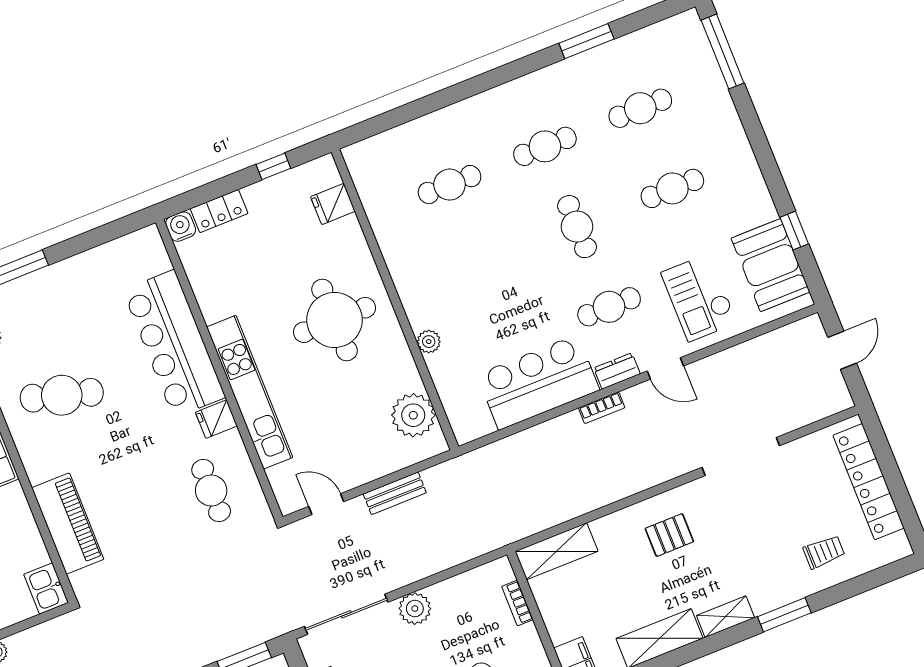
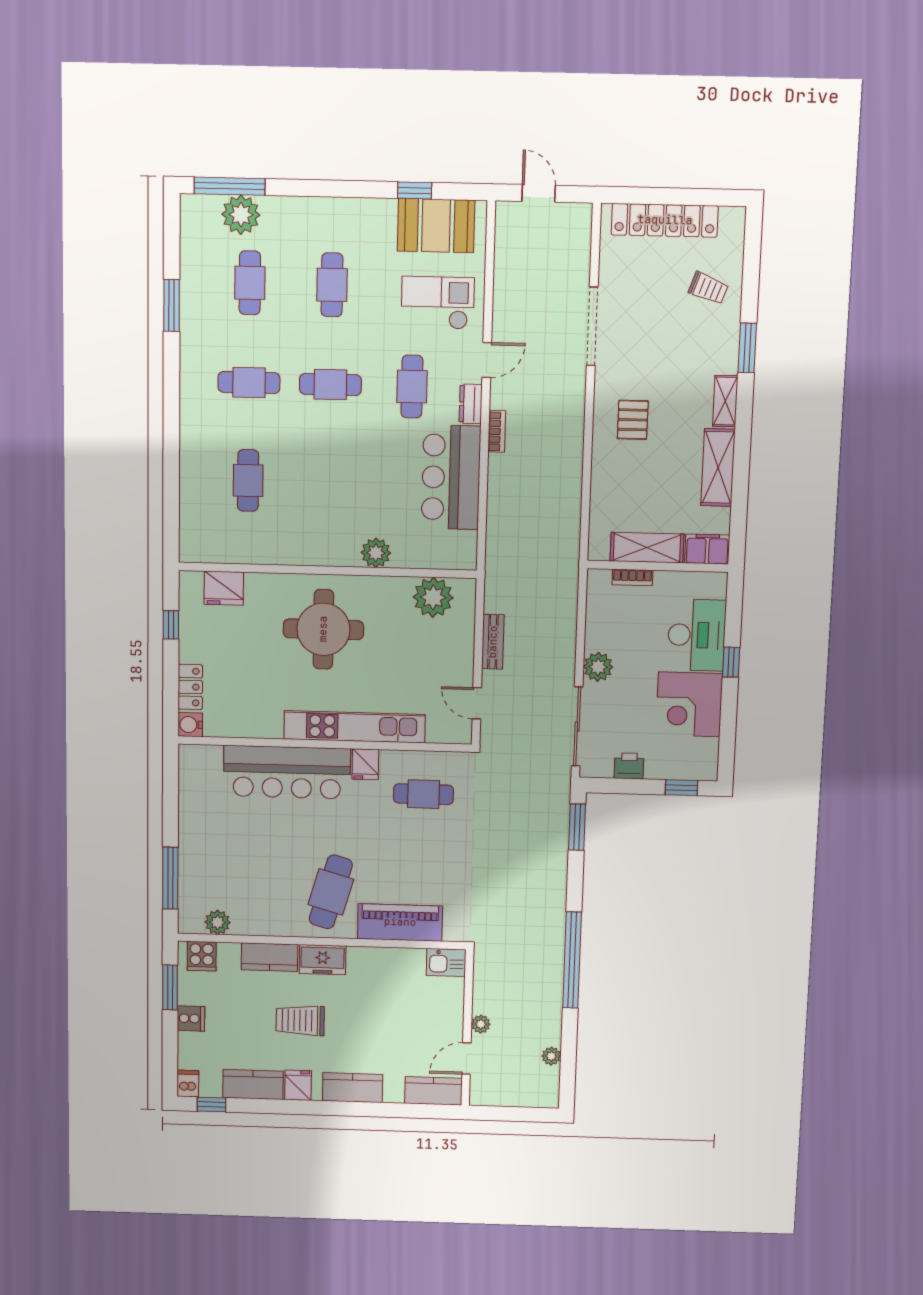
plant: (701, 73) -> (241, 215), added
cafe table: (545, 146) -> (249, 382), turned 90
fridge: (333, 204) -> (224, 588), width x1.38
checkout: (699, 298) -> (438, 303), turned 180
plant: (429, 342) -> (376, 553), width x1.38, depth x1.38
cafe table: (62, 395) -> (331, 892), moved
door: (326, 504) -> (477, 703), hinge flipped
shelving: (556, 551) -> (647, 548), moved, turned 90
trolley: (824, 552) -> (708, 288), turned 110

